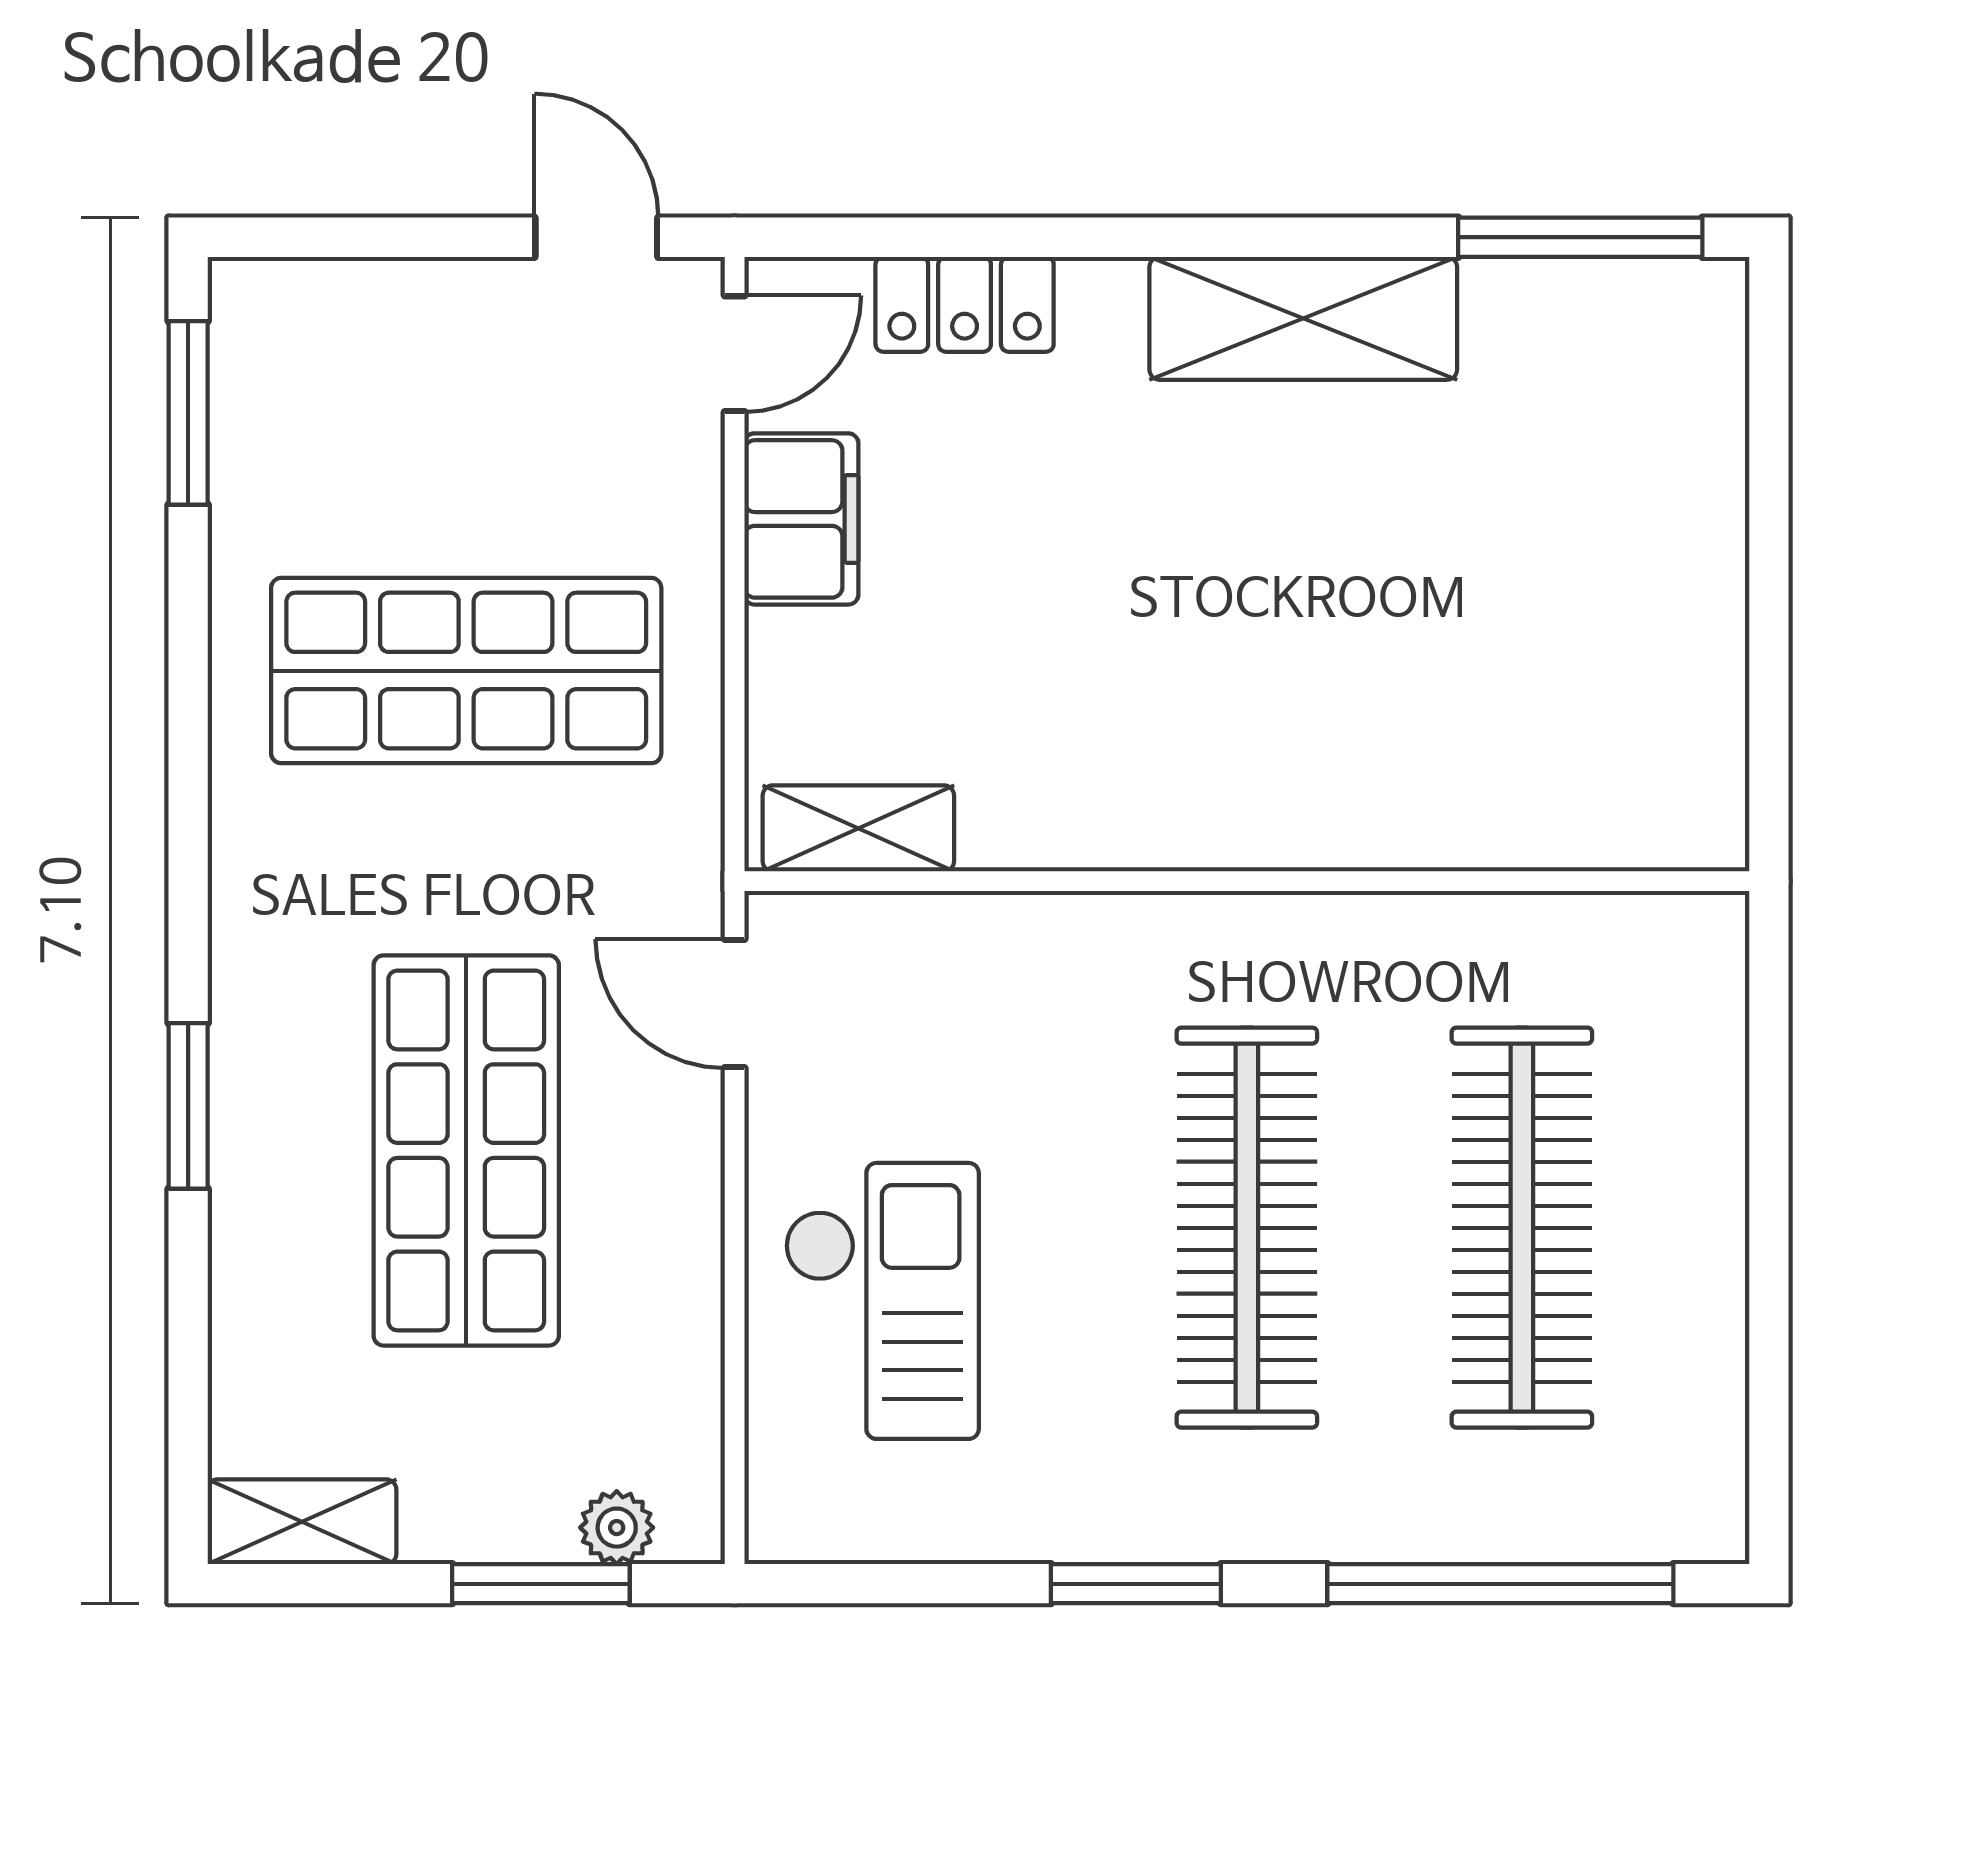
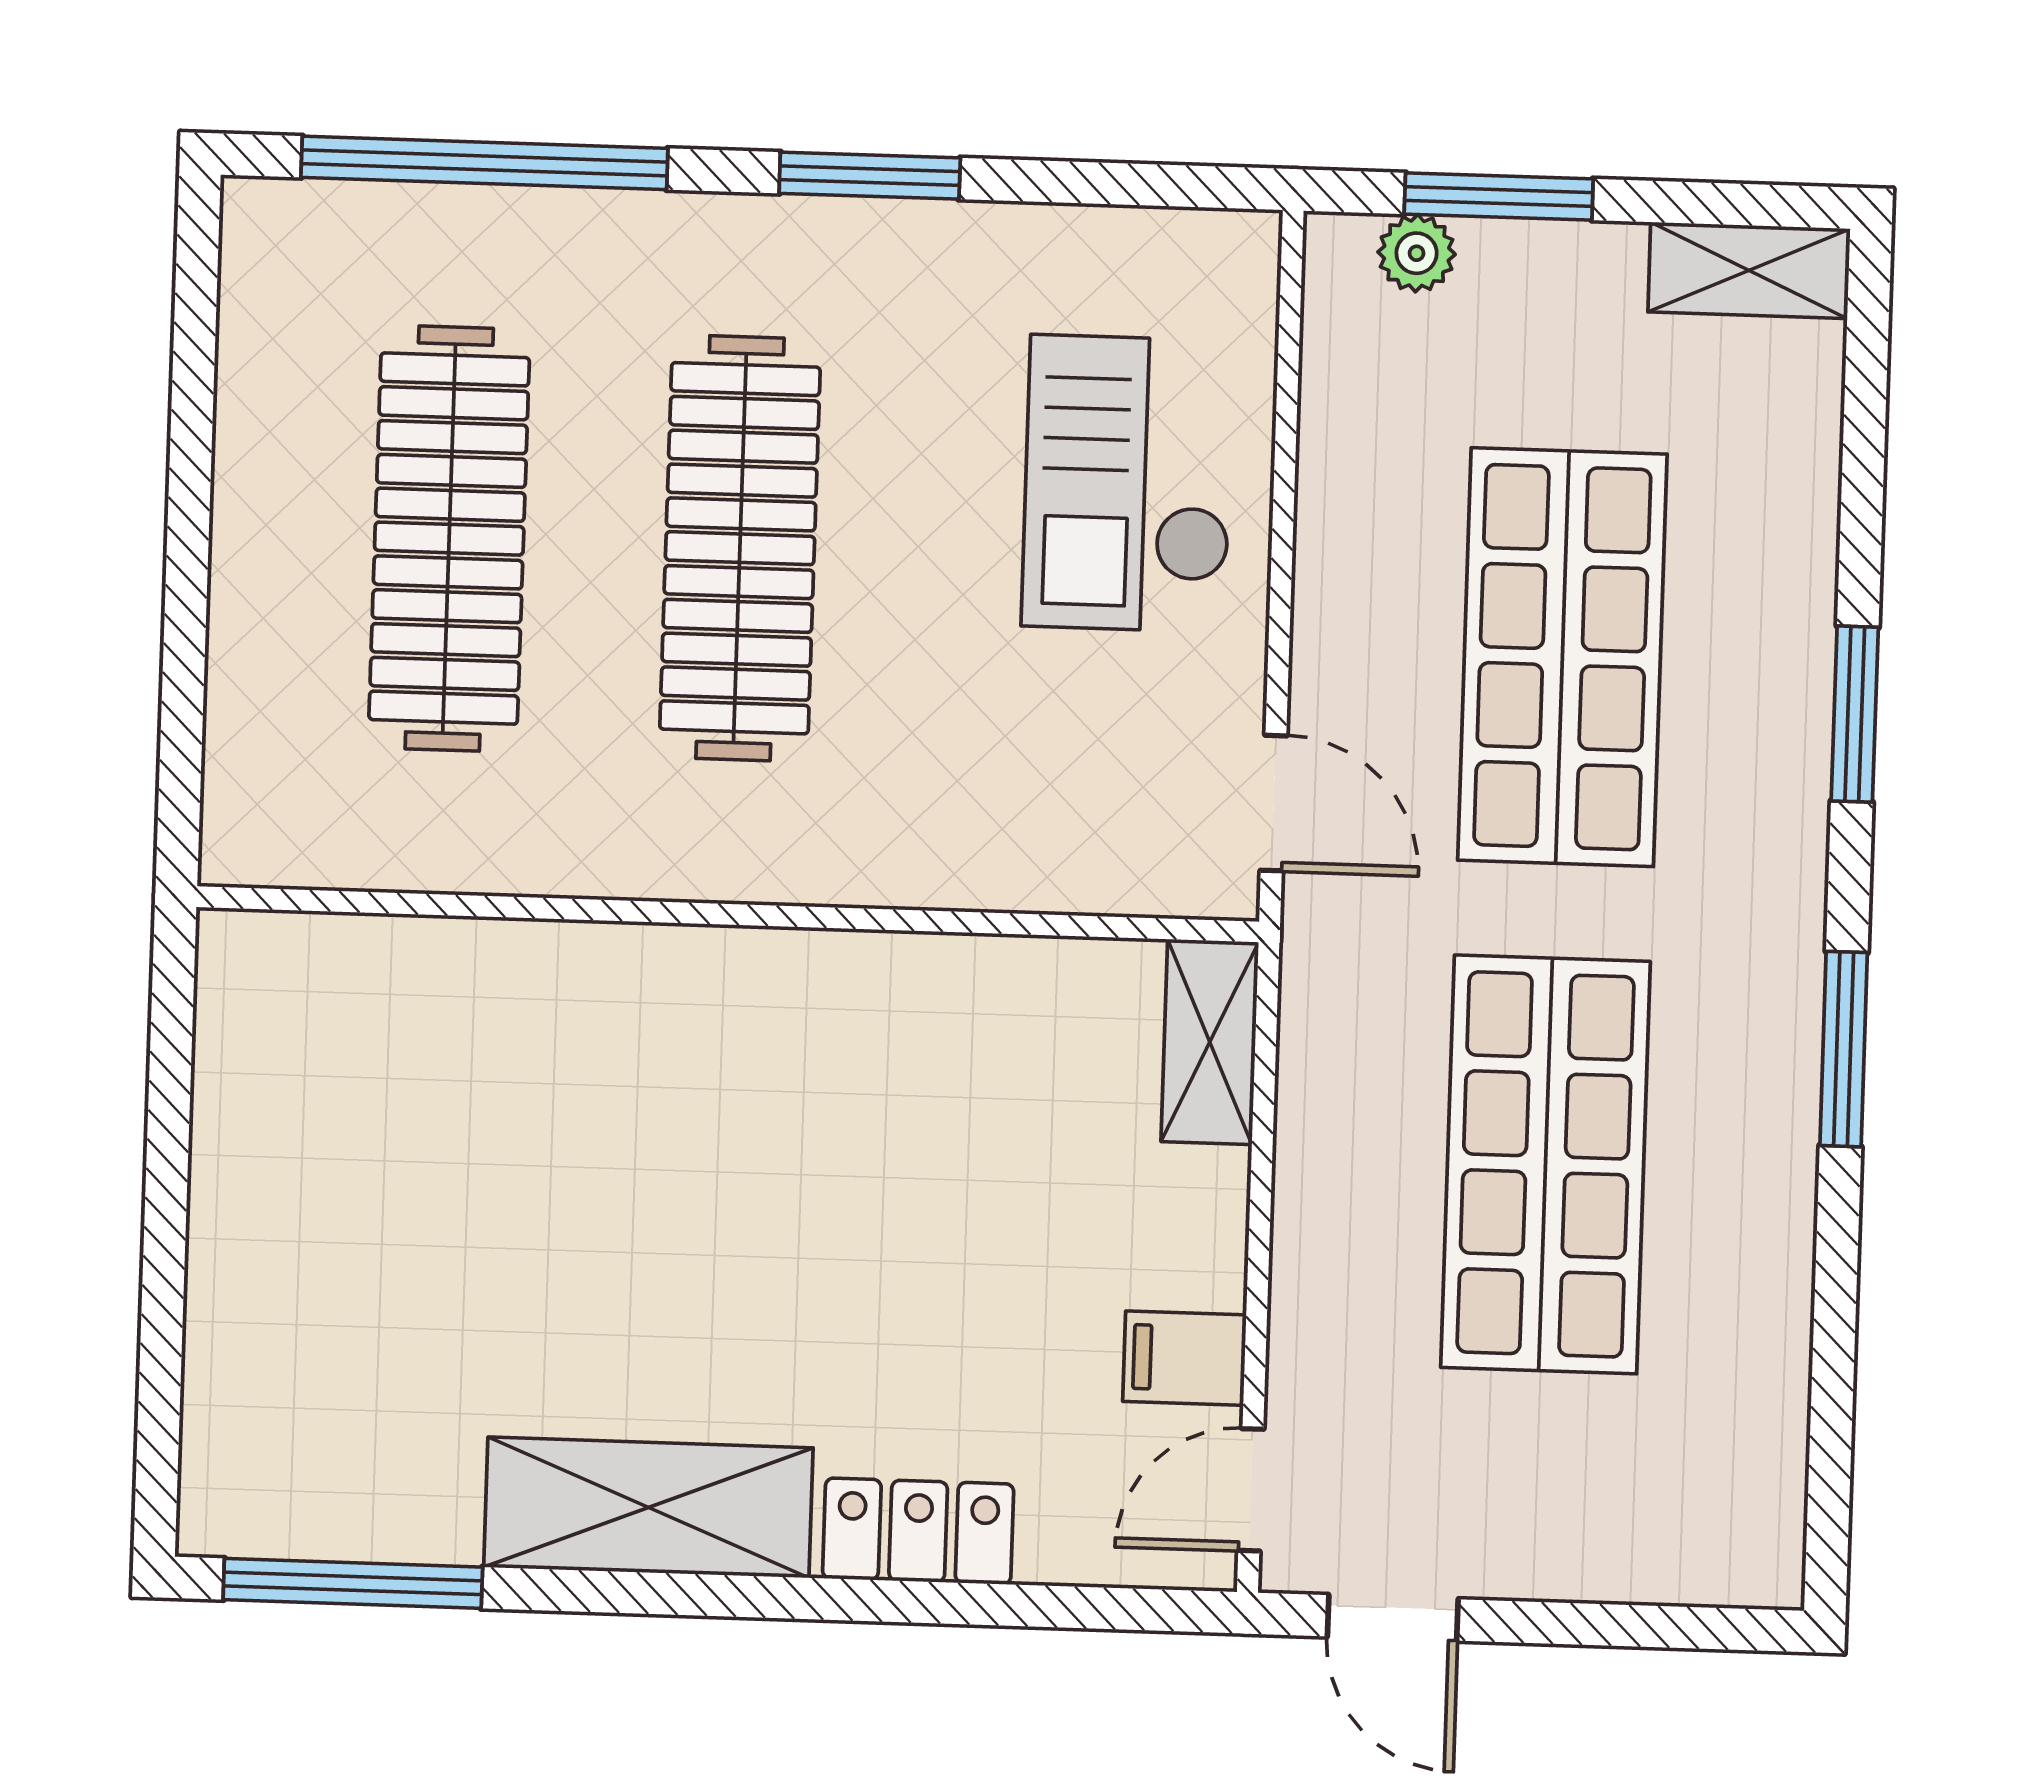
locker: (965, 304) -> (918, 1531), moved
window: (188, 413) -> (1844, 1049), moved
filing cabinet: (801, 519) -> (1184, 1358), width x0.50
shop shelf: (466, 671) -> (1546, 1164), turned 90
shelving: (858, 828) -> (1210, 1042), moved, turned 90

